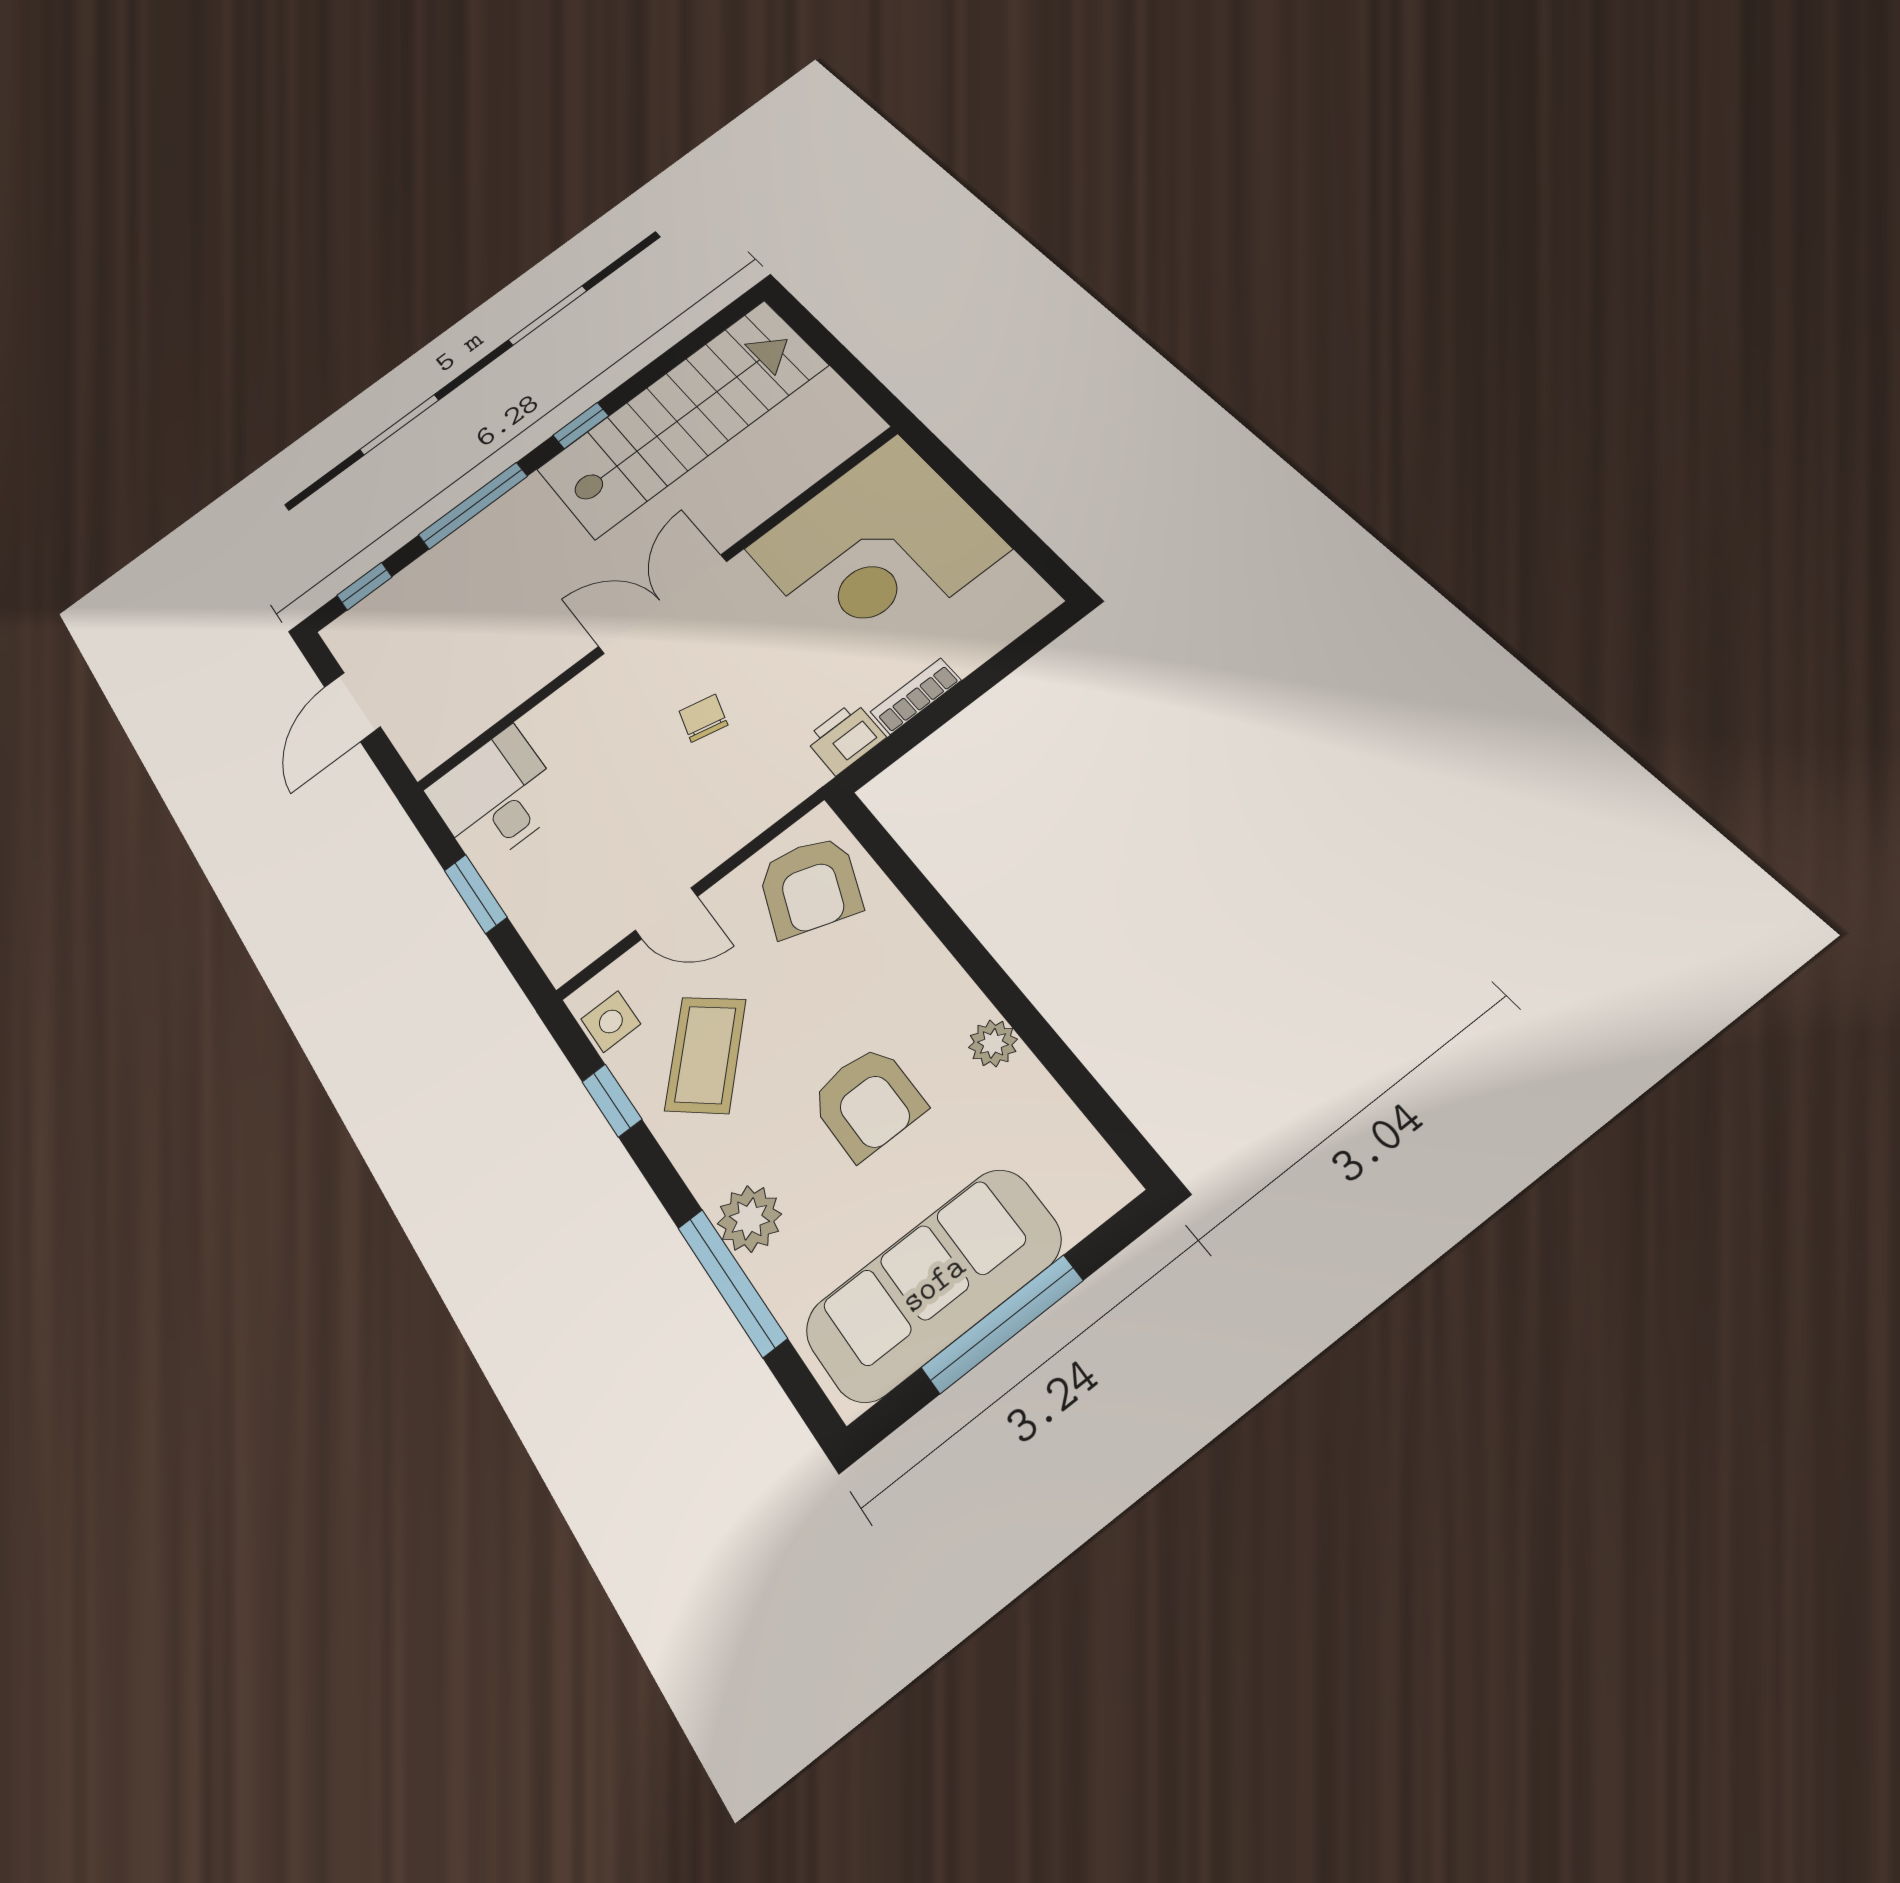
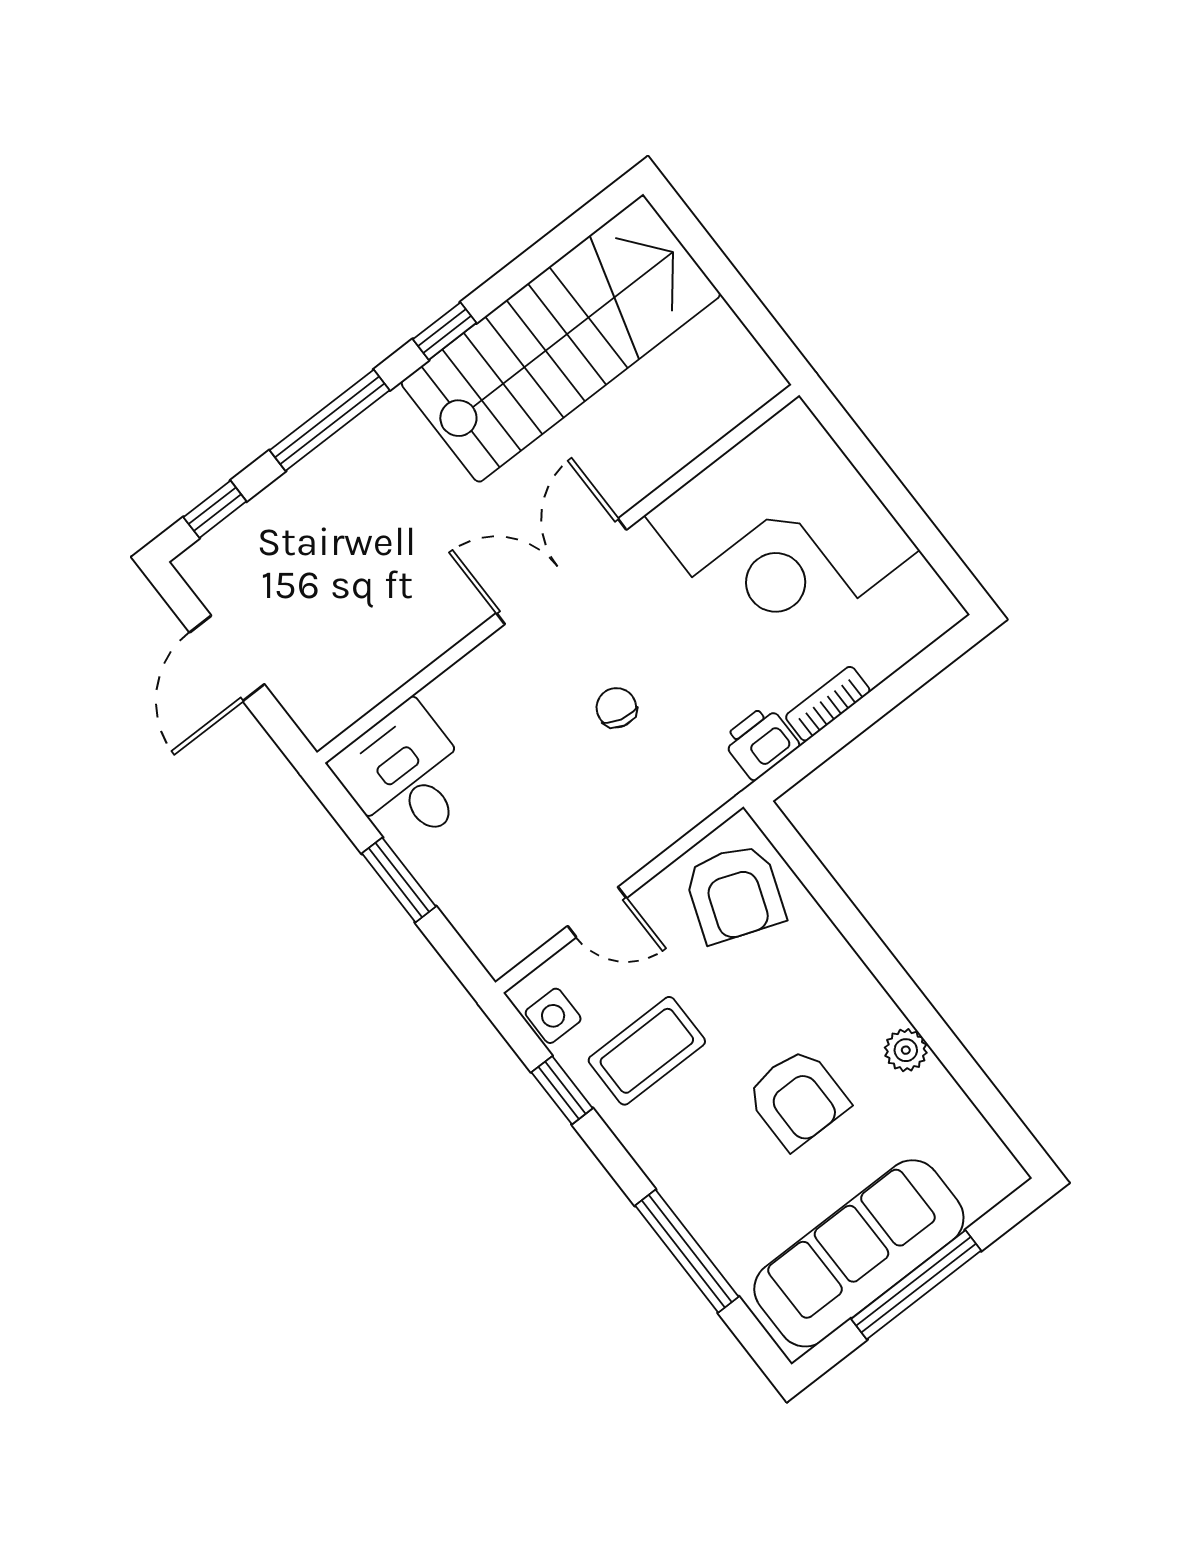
coffee table: (705, 1055) -> (647, 1051), turned 48
plant: (749, 1219) -> (698, 1198), removed

